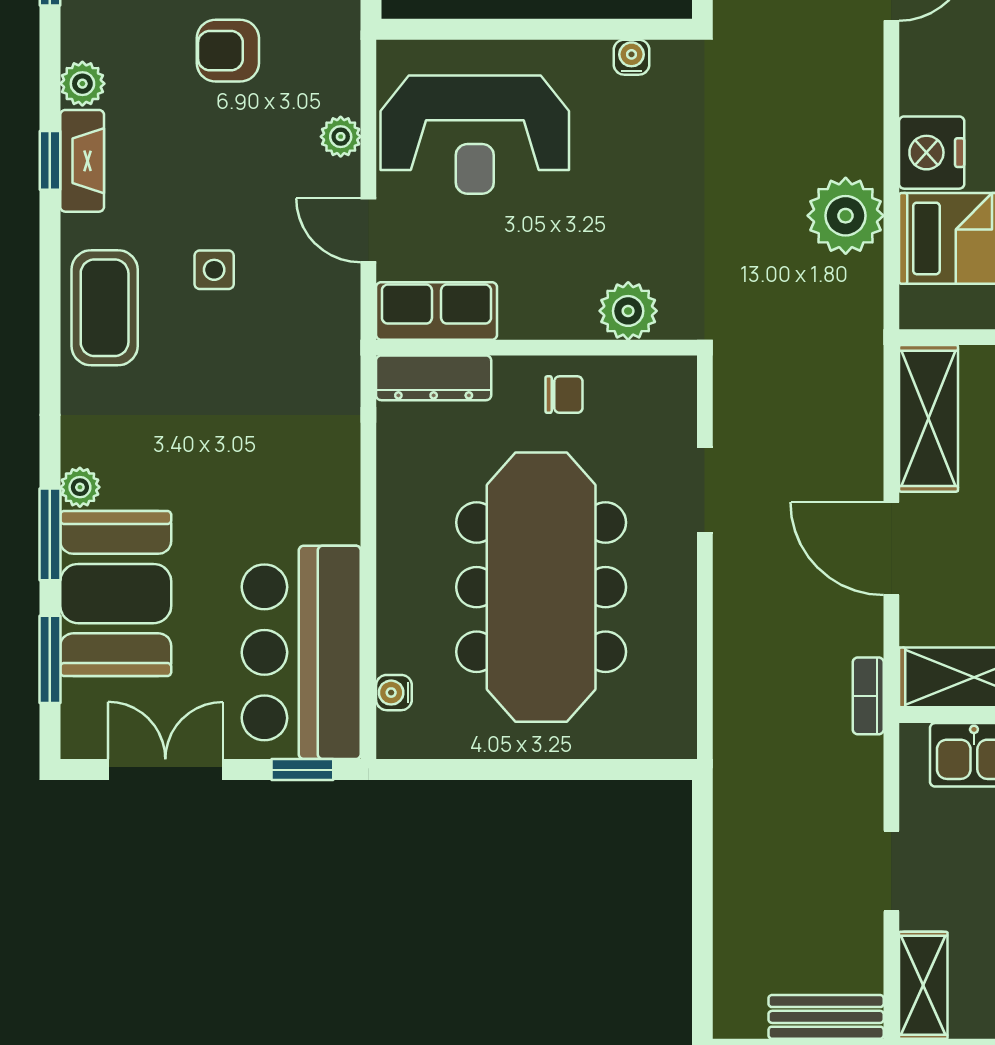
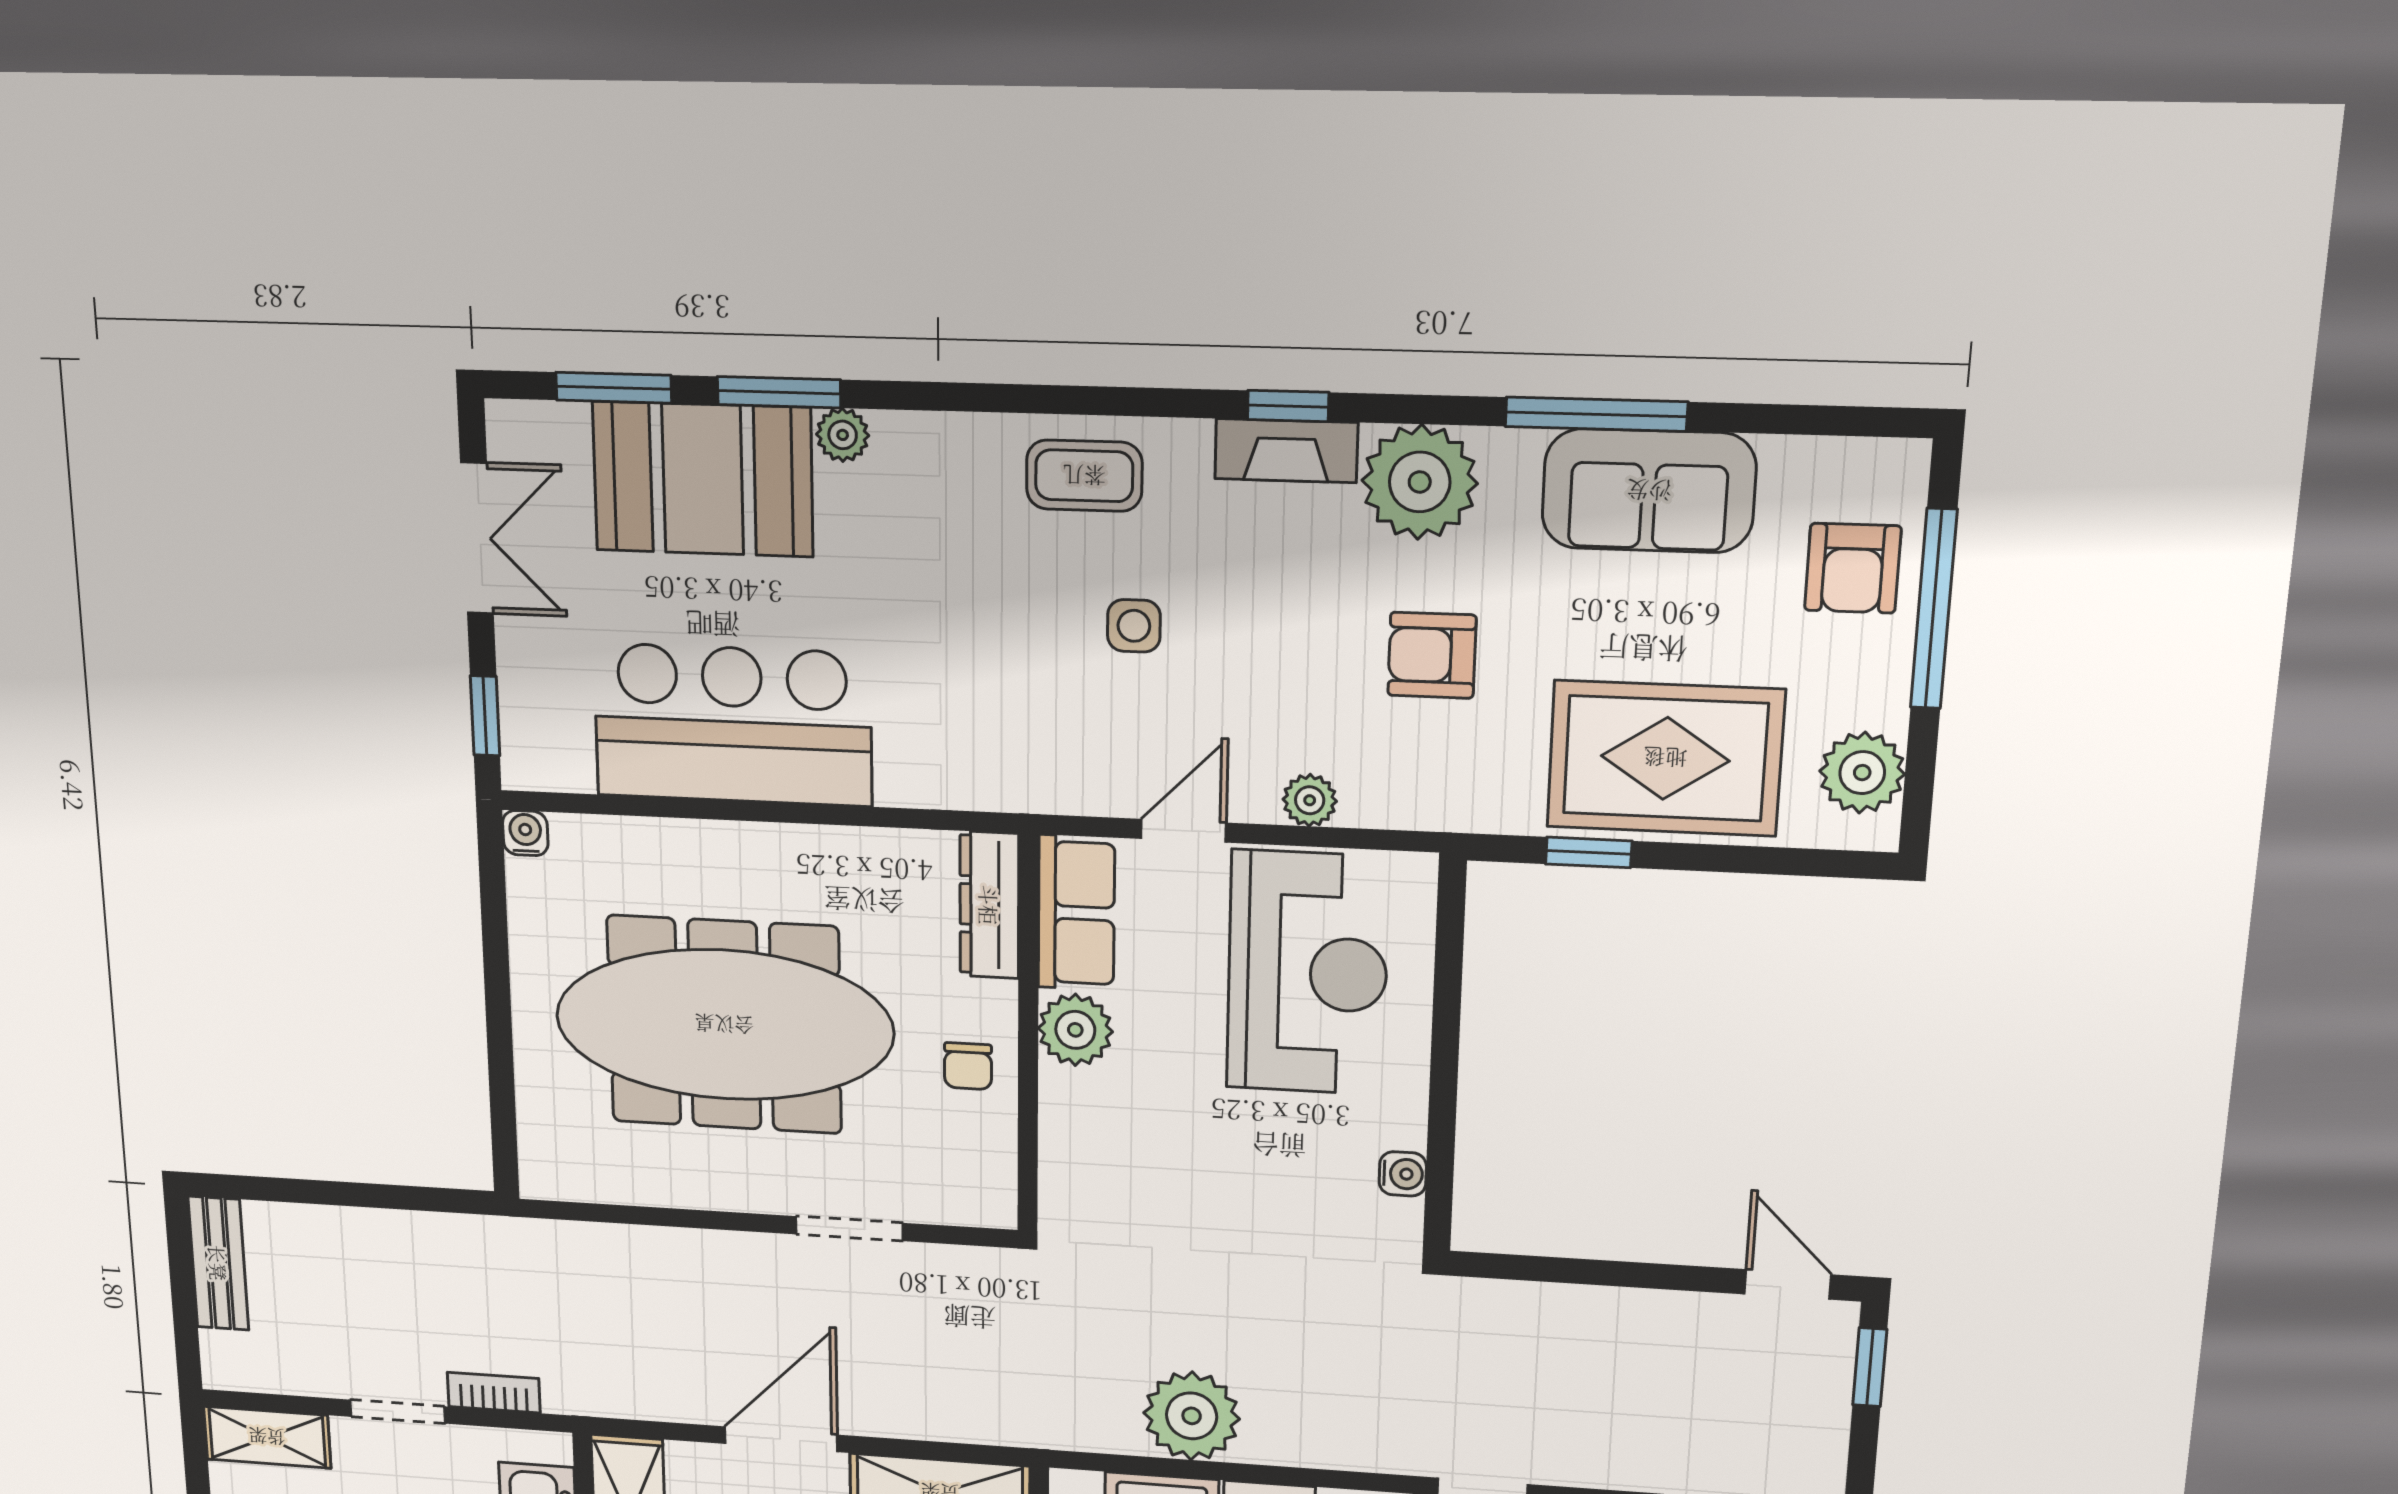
armchair: (228, 51) -> (1432, 655), turned -90
plant: (82, 84) -> (1420, 482), width x1.87, depth x1.87
reception desk: (475, 135) -> (1307, 973), turned 180
coffee table: (105, 308) -> (1084, 476), width x0.73, depth x0.77
plant: (628, 311) -> (1075, 1030), moved
bar counter: (301, 652) -> (733, 725), moved
water cooler: (394, 693) -> (525, 833), moved
bookcase: (868, 696) -> (494, 1393), moved
bench: (826, 1017) -> (218, 1263), moved

